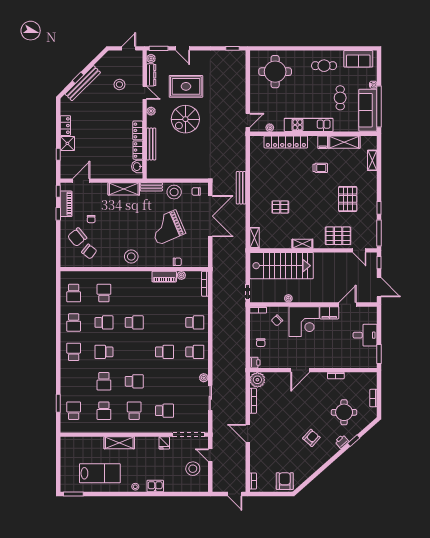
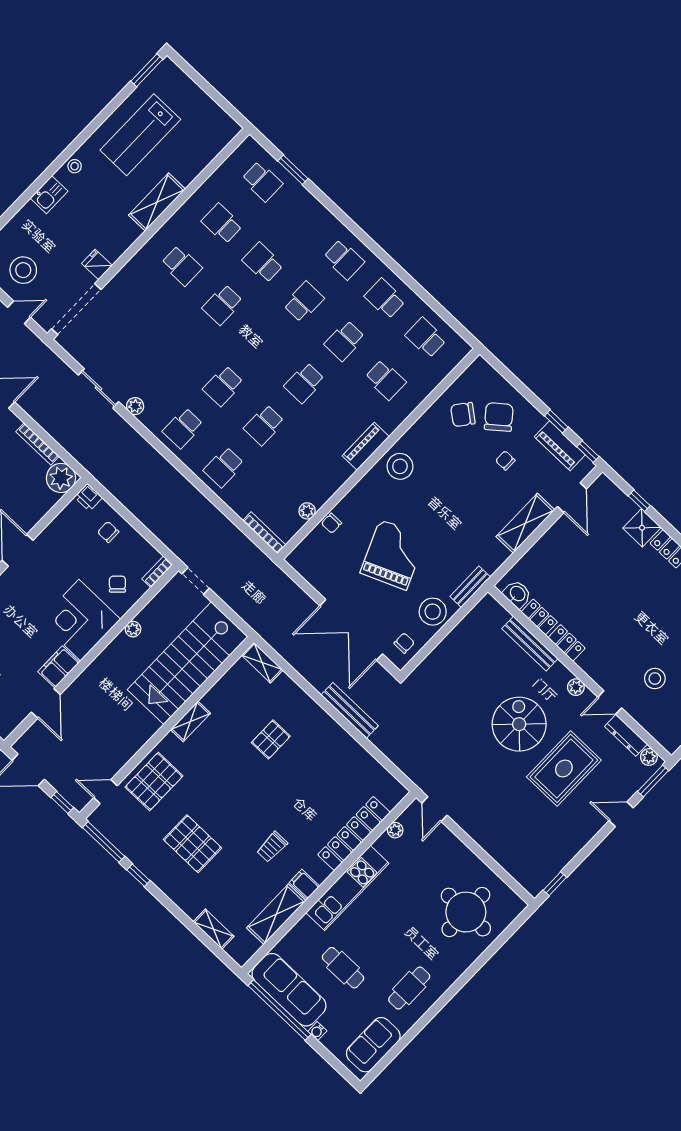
shelving: (124, 189) -> (525, 523), moved
piano: (164, 277) -> (366, 446), moved
school desk: (165, 411) -> (264, 425), moved

